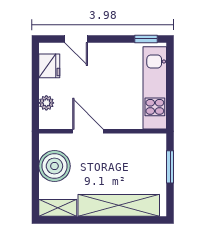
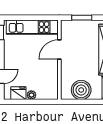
plant: (46, 103) -> (31, 95), moved
door: (88, 131) -> (59, 50), moved

